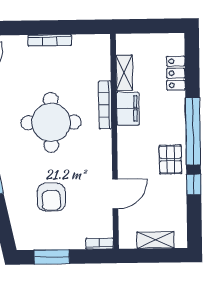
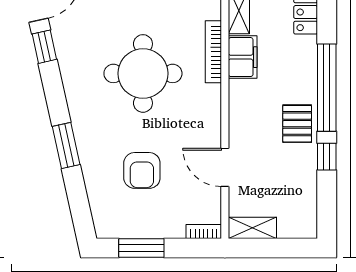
door: (115, 194) -> (225, 167), swing flipped
shelving: (155, 240) -> (252, 228), moved

